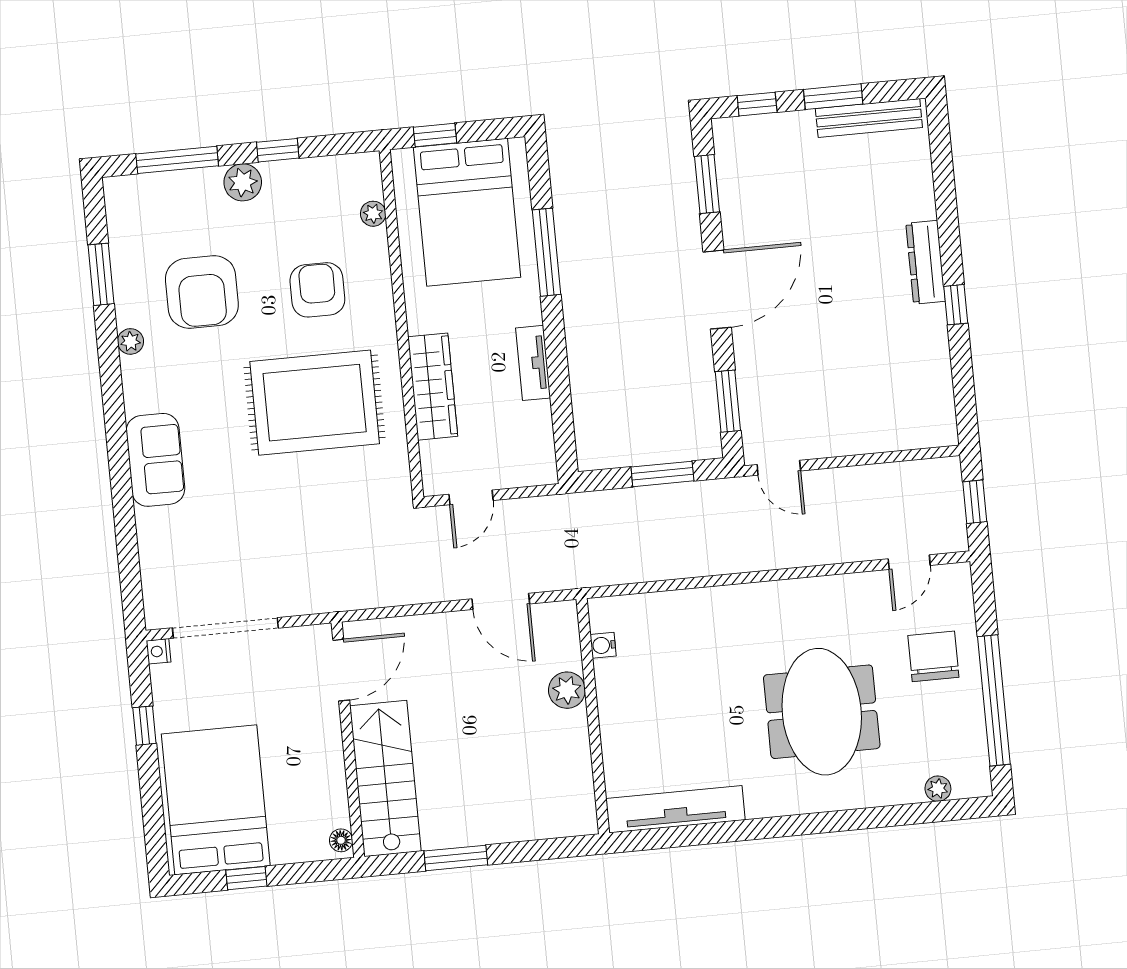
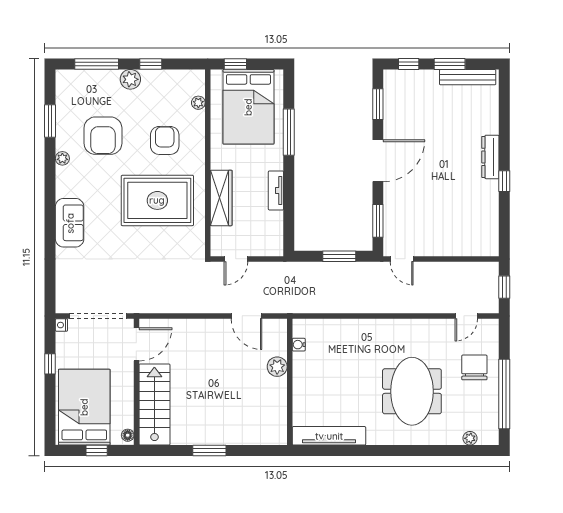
door: (341, 670) -> (136, 344), moved
wall: (348, 740) -> (136, 382), moved
stairs: (385, 778) -> (154, 404), moved
floor lamp: (341, 840) -> (128, 435), moved

